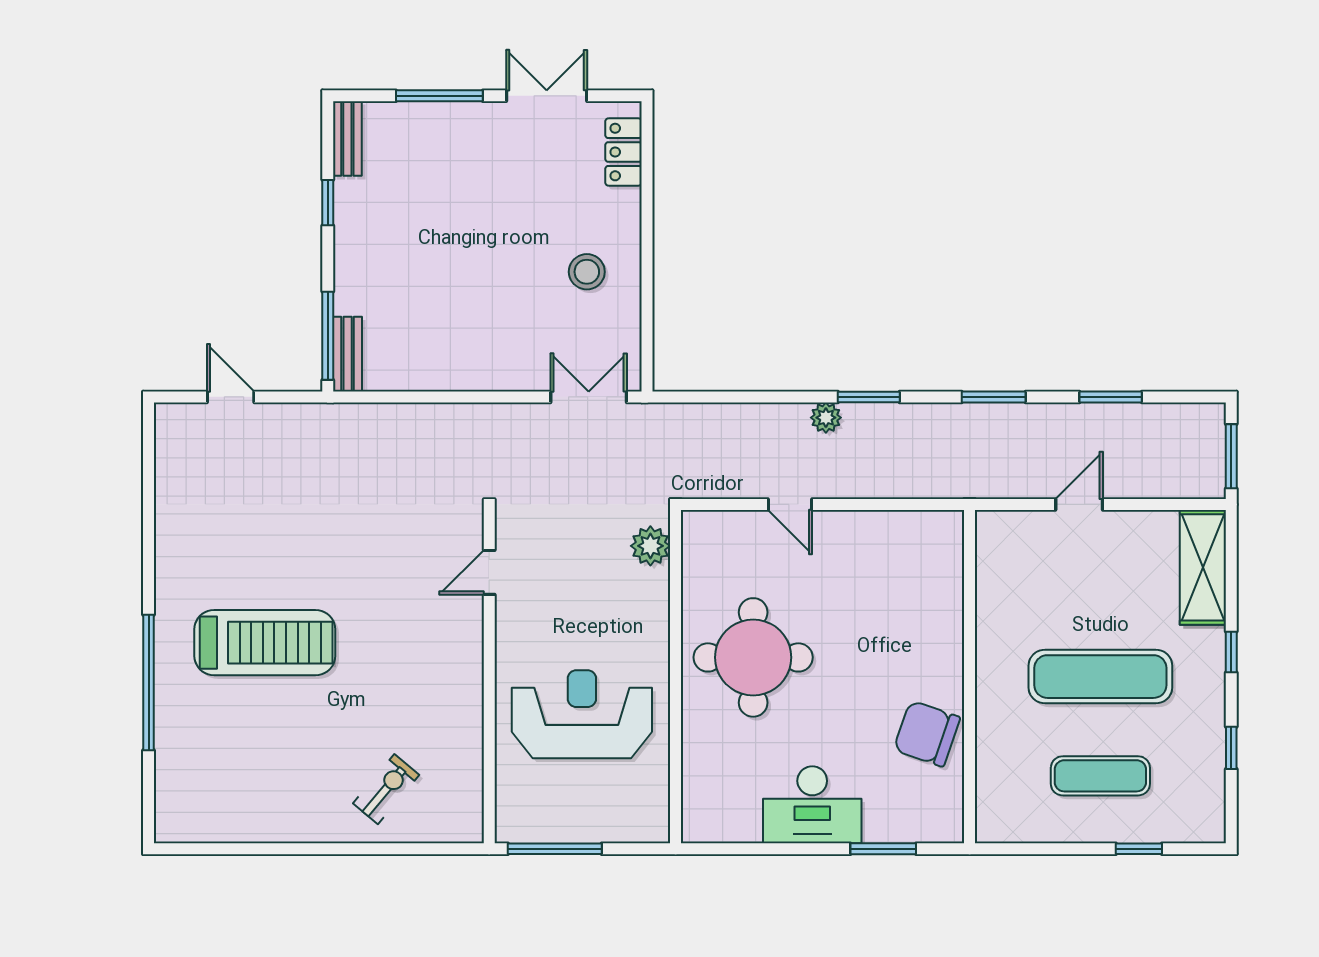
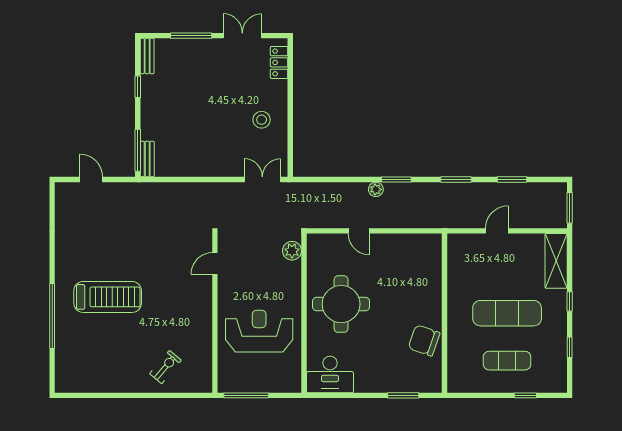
desk: (812, 805) -> (330, 374), moved

